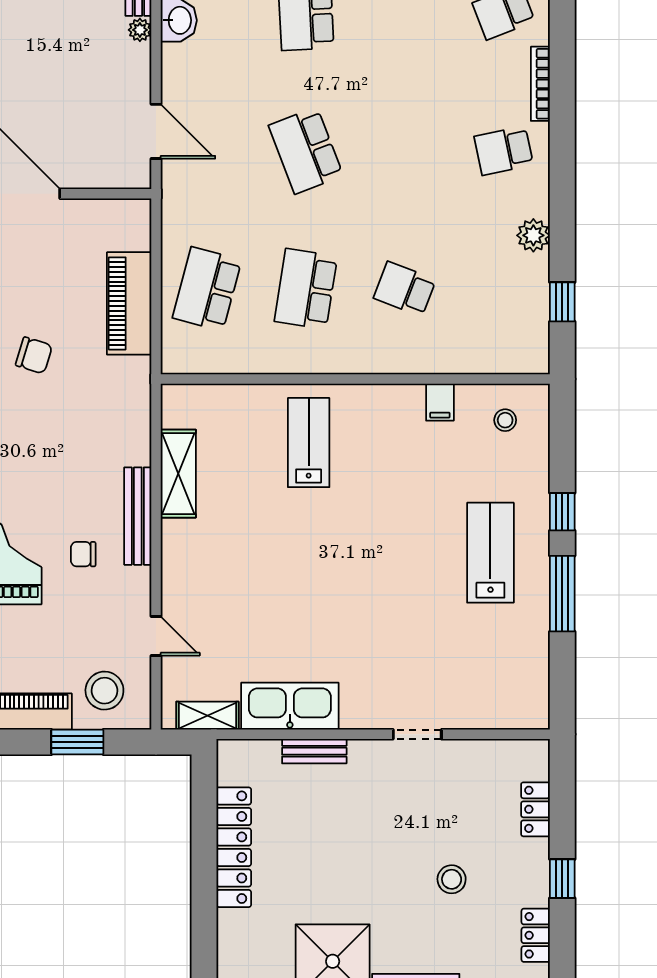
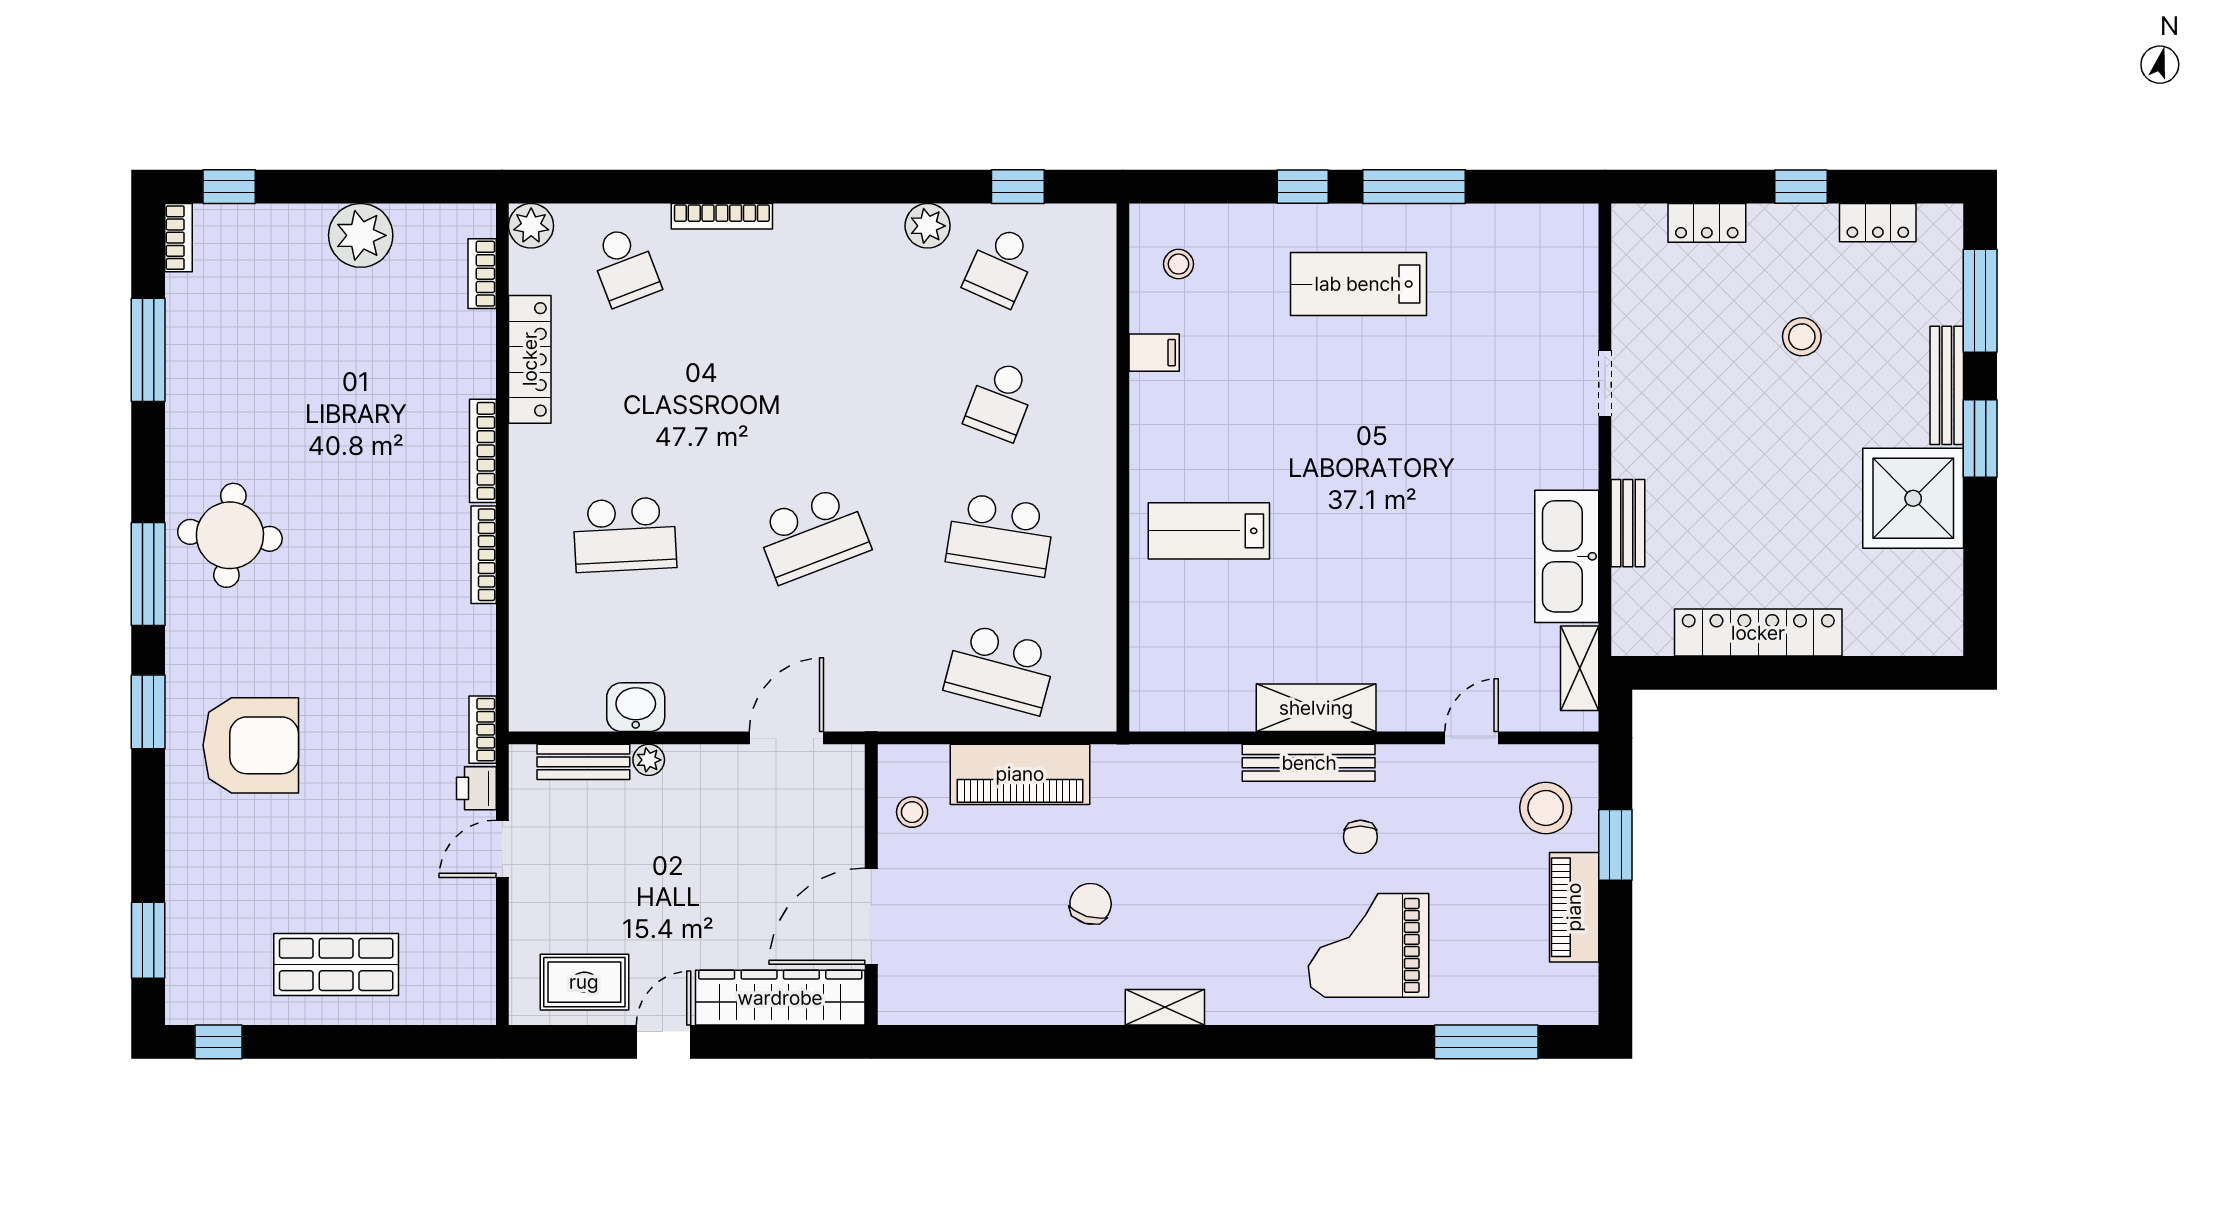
school desk: (504, 151) -> (1000, 266), moved, turned 36
stool: (101, 224) -> (912, 812), added
shelving: (178, 474) -> (1316, 708), moved

